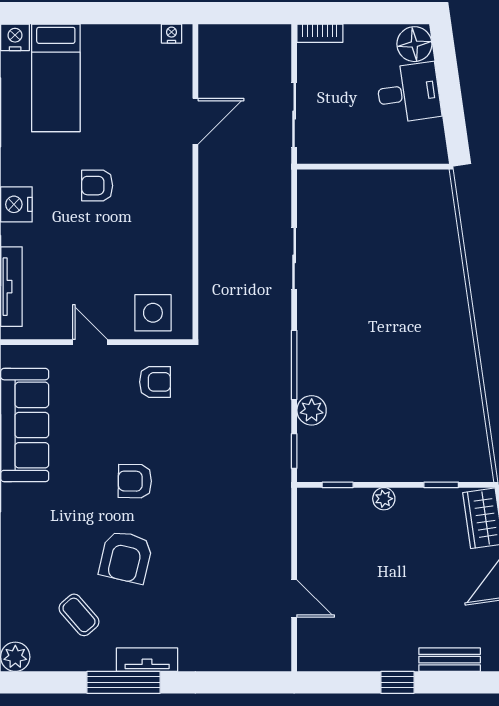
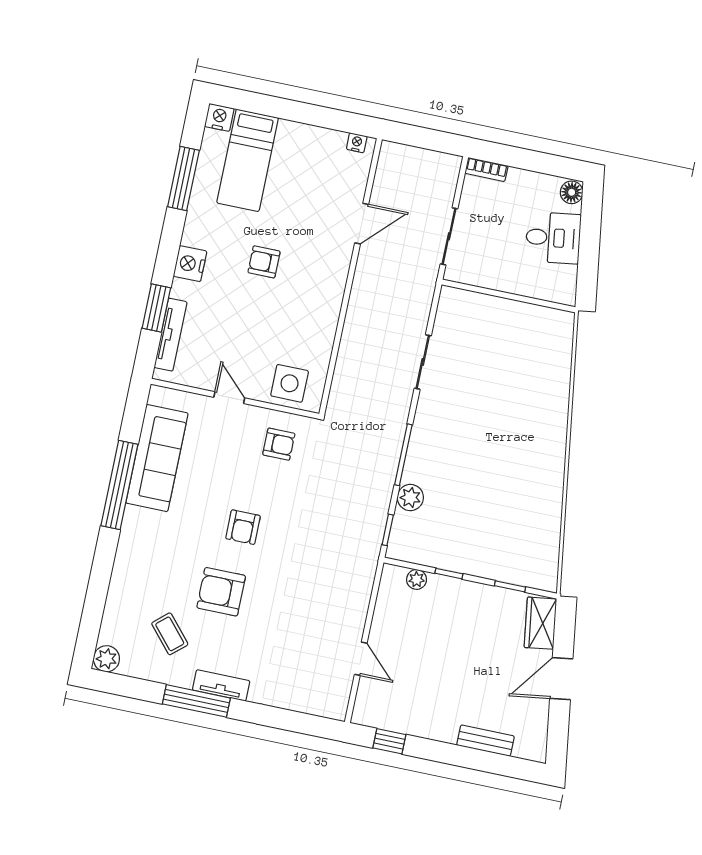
floor lamp: (414, 44) -> (572, 192), width x0.73, depth x0.73
armchair: (135, 481) -> (243, 527), turned -91
window: (338, 485) -> (449, 574), moved
plant: (384, 499) -> (417, 579), moved
armchair: (126, 557) -> (221, 592), turned 77
window: (397, 682) -> (389, 741), moved

